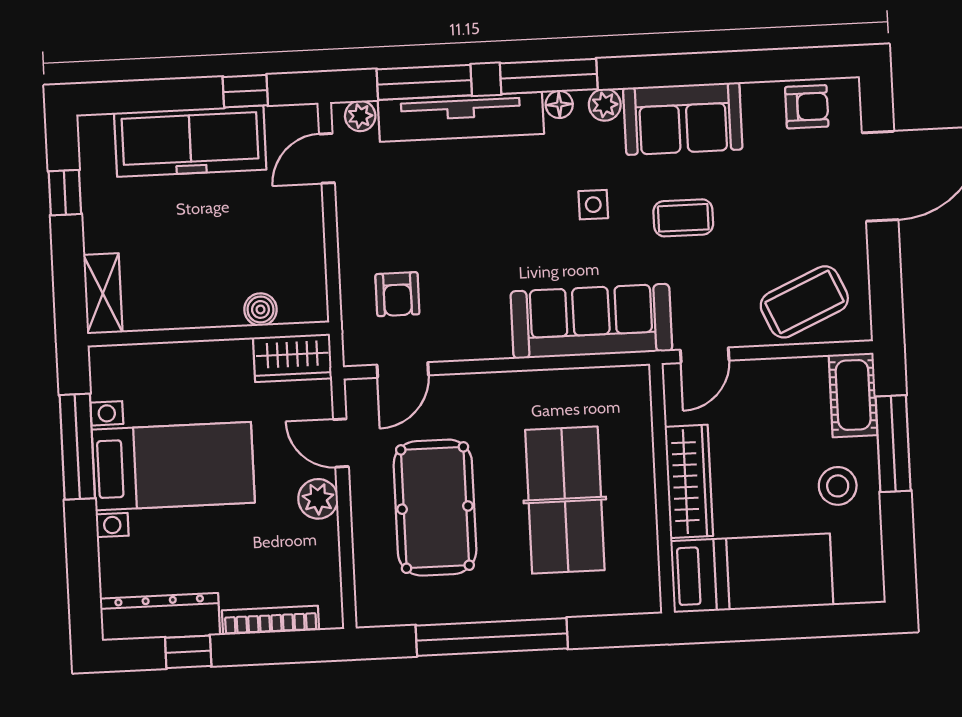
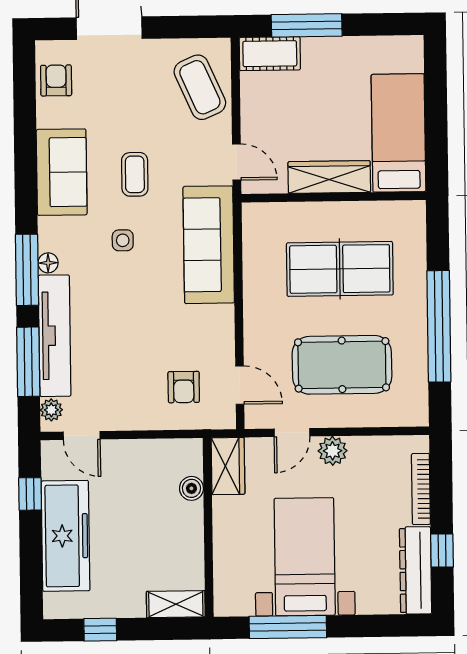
plant: (605, 105) -> (49, 229), removed
armchair: (397, 294) -> (184, 387), turned 90
stool: (838, 486) -> (336, 67), removed

